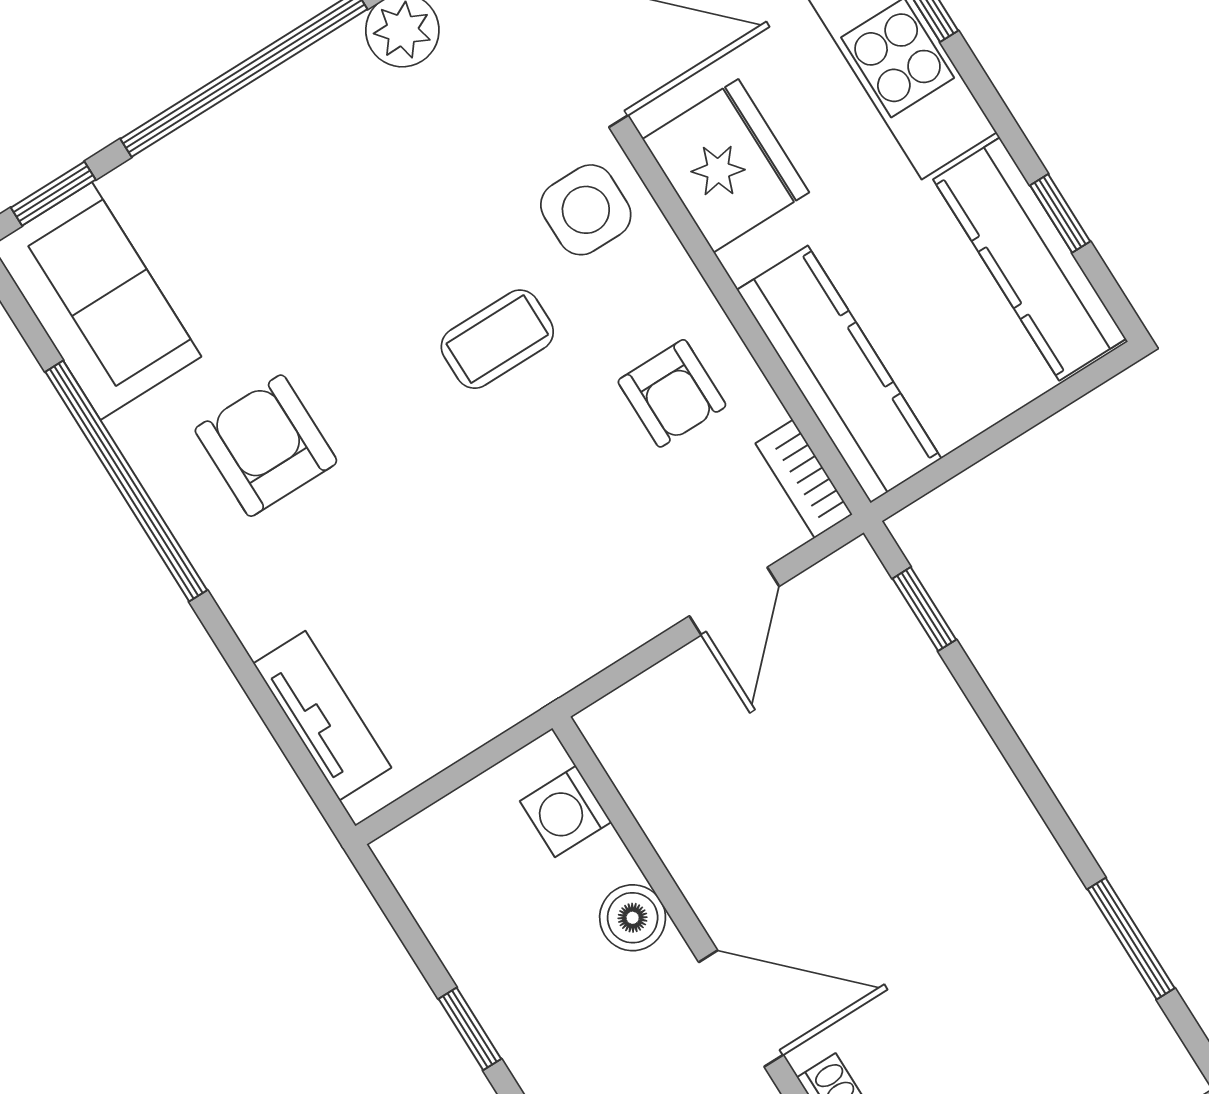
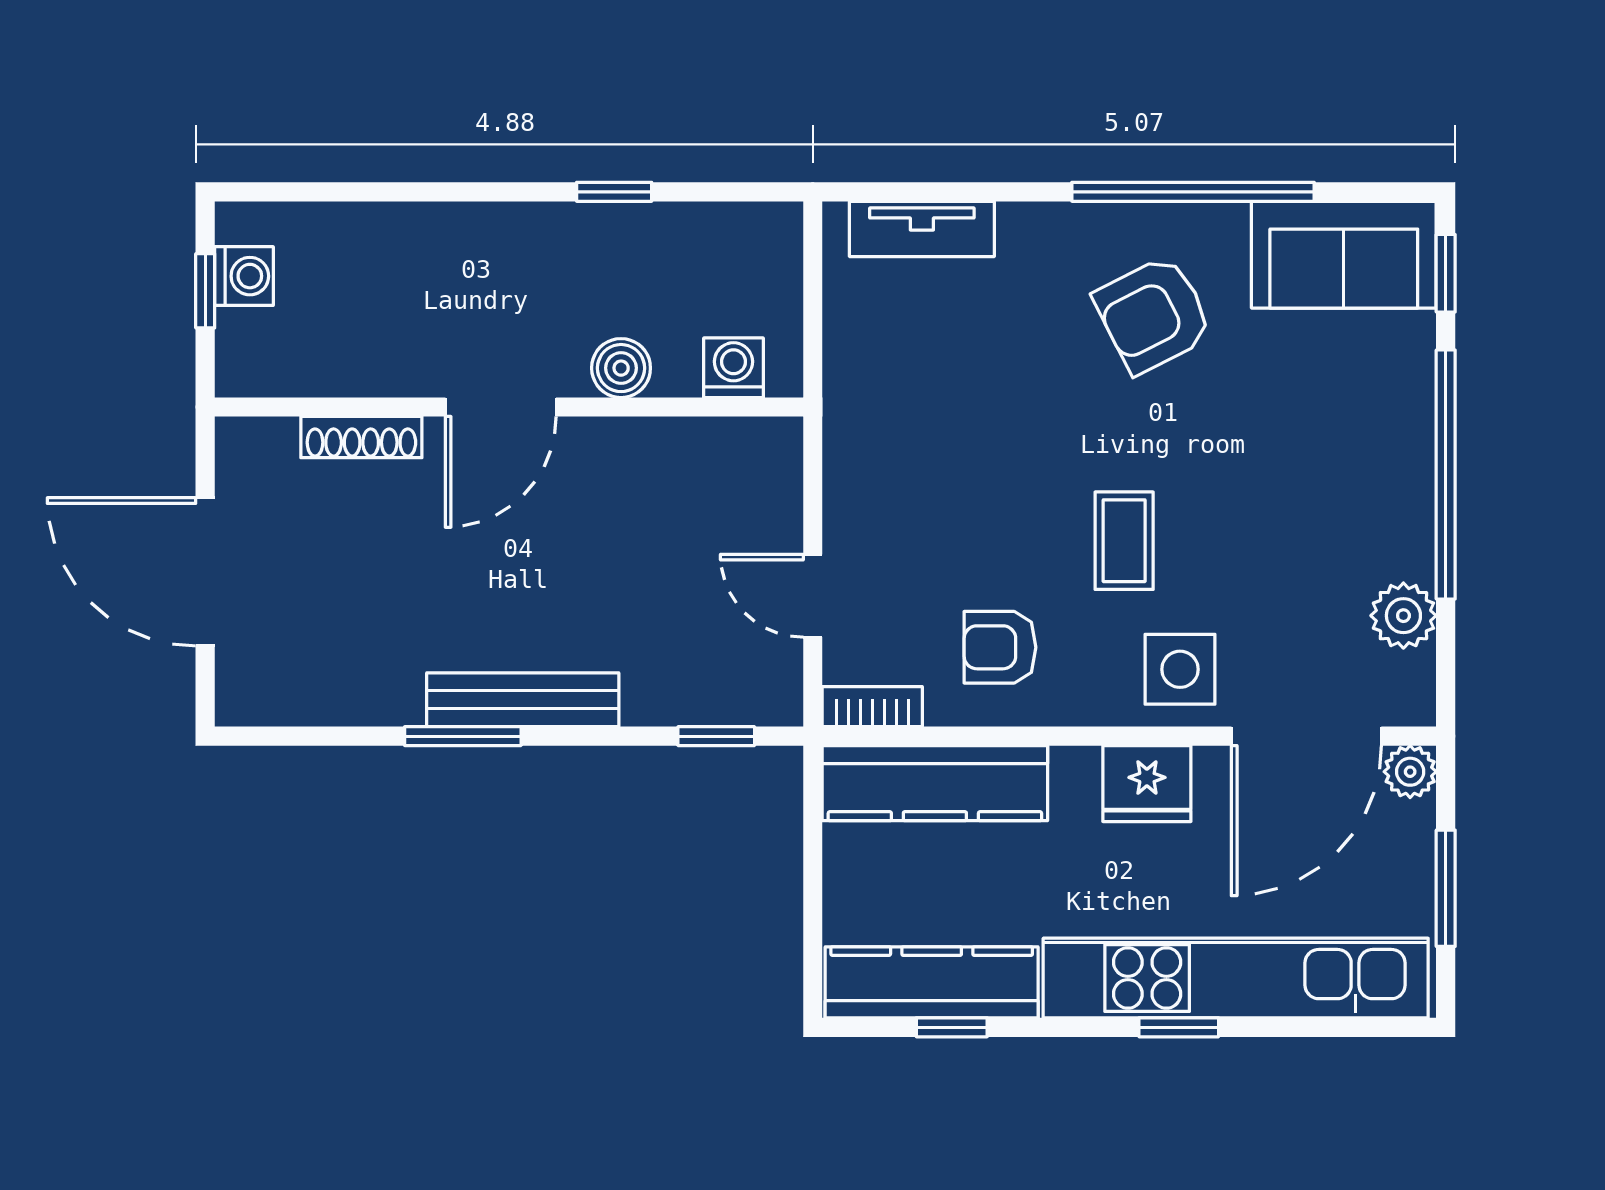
fridge: (726, 166) -> (1147, 784), width x0.73, depth x0.75
armchair: (266, 446) -> (1153, 315), turned 153
bench: (1005, 814) -> (523, 700), added
window: (1131, 939) -> (463, 736), moved

